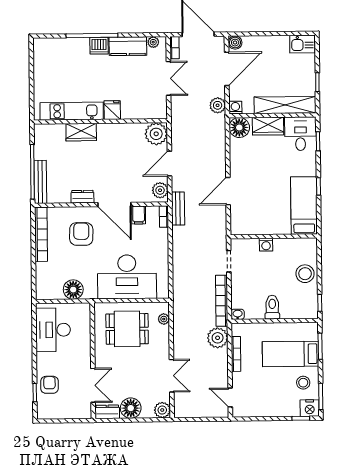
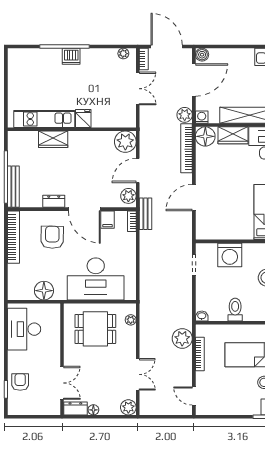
kitchen counter: (128, 46) -> (99, 57), removed
washing machine: (266, 245) -> (230, 255), width x1.89, depth x1.89
bookcase: (222, 301) -> (187, 148), moved
floor lamp: (131, 408) -> (93, 410), width x0.53, depth x0.53

